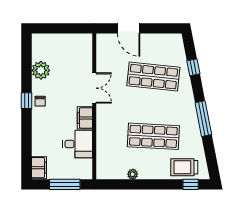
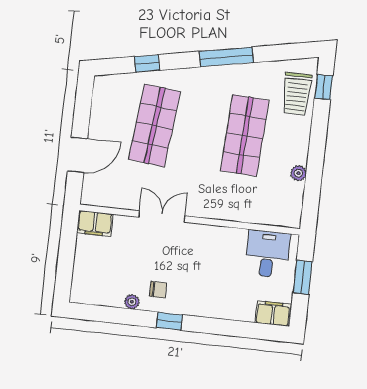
plant: (41, 70) -> (132, 302), width x0.53, depth x0.53
chair: (40, 101) -> (158, 290), moved
filing cabinet: (85, 118) -> (95, 223), moved
desk: (78, 144) -> (267, 254), moved
window: (65, 184) -> (303, 277), width x0.69

